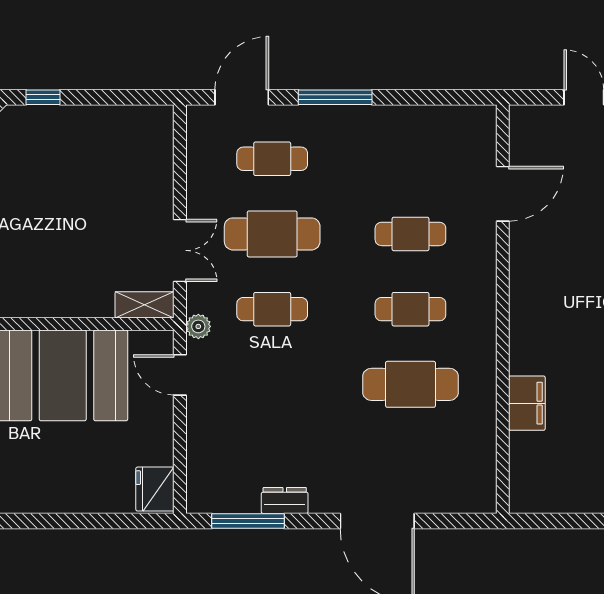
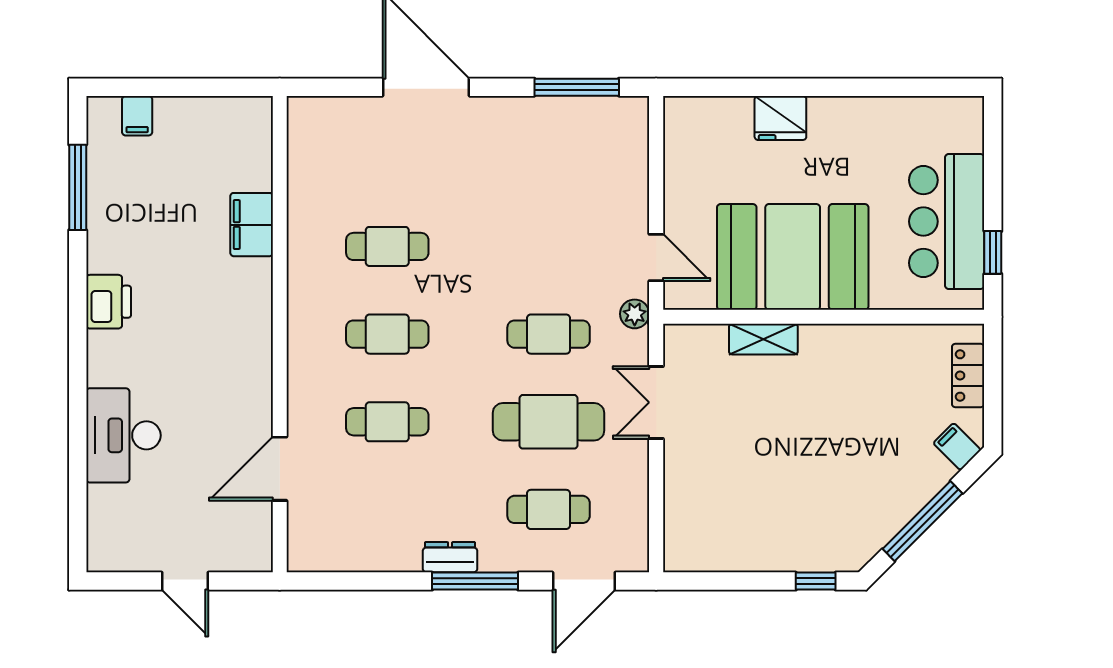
shelving: (145, 305) -> (763, 339), moved
cafe table: (410, 384) -> (387, 246), width x0.73, depth x0.74
fridge: (155, 489) -> (780, 118), moved, turned 90
dresser: (285, 500) -> (450, 557), moved, turned 180

